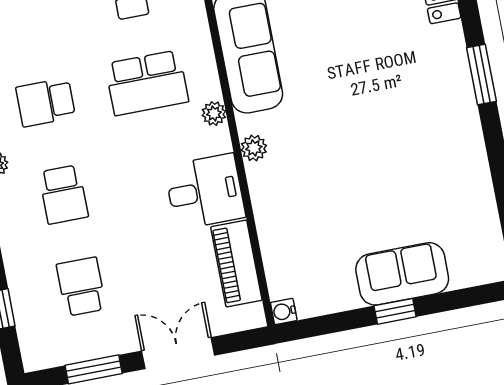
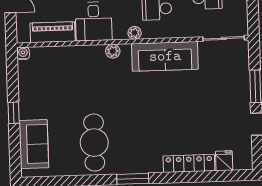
cafe table: (426, 155) -> (94, 143), added
sofa: (402, 274) -> (34, 144), moved

